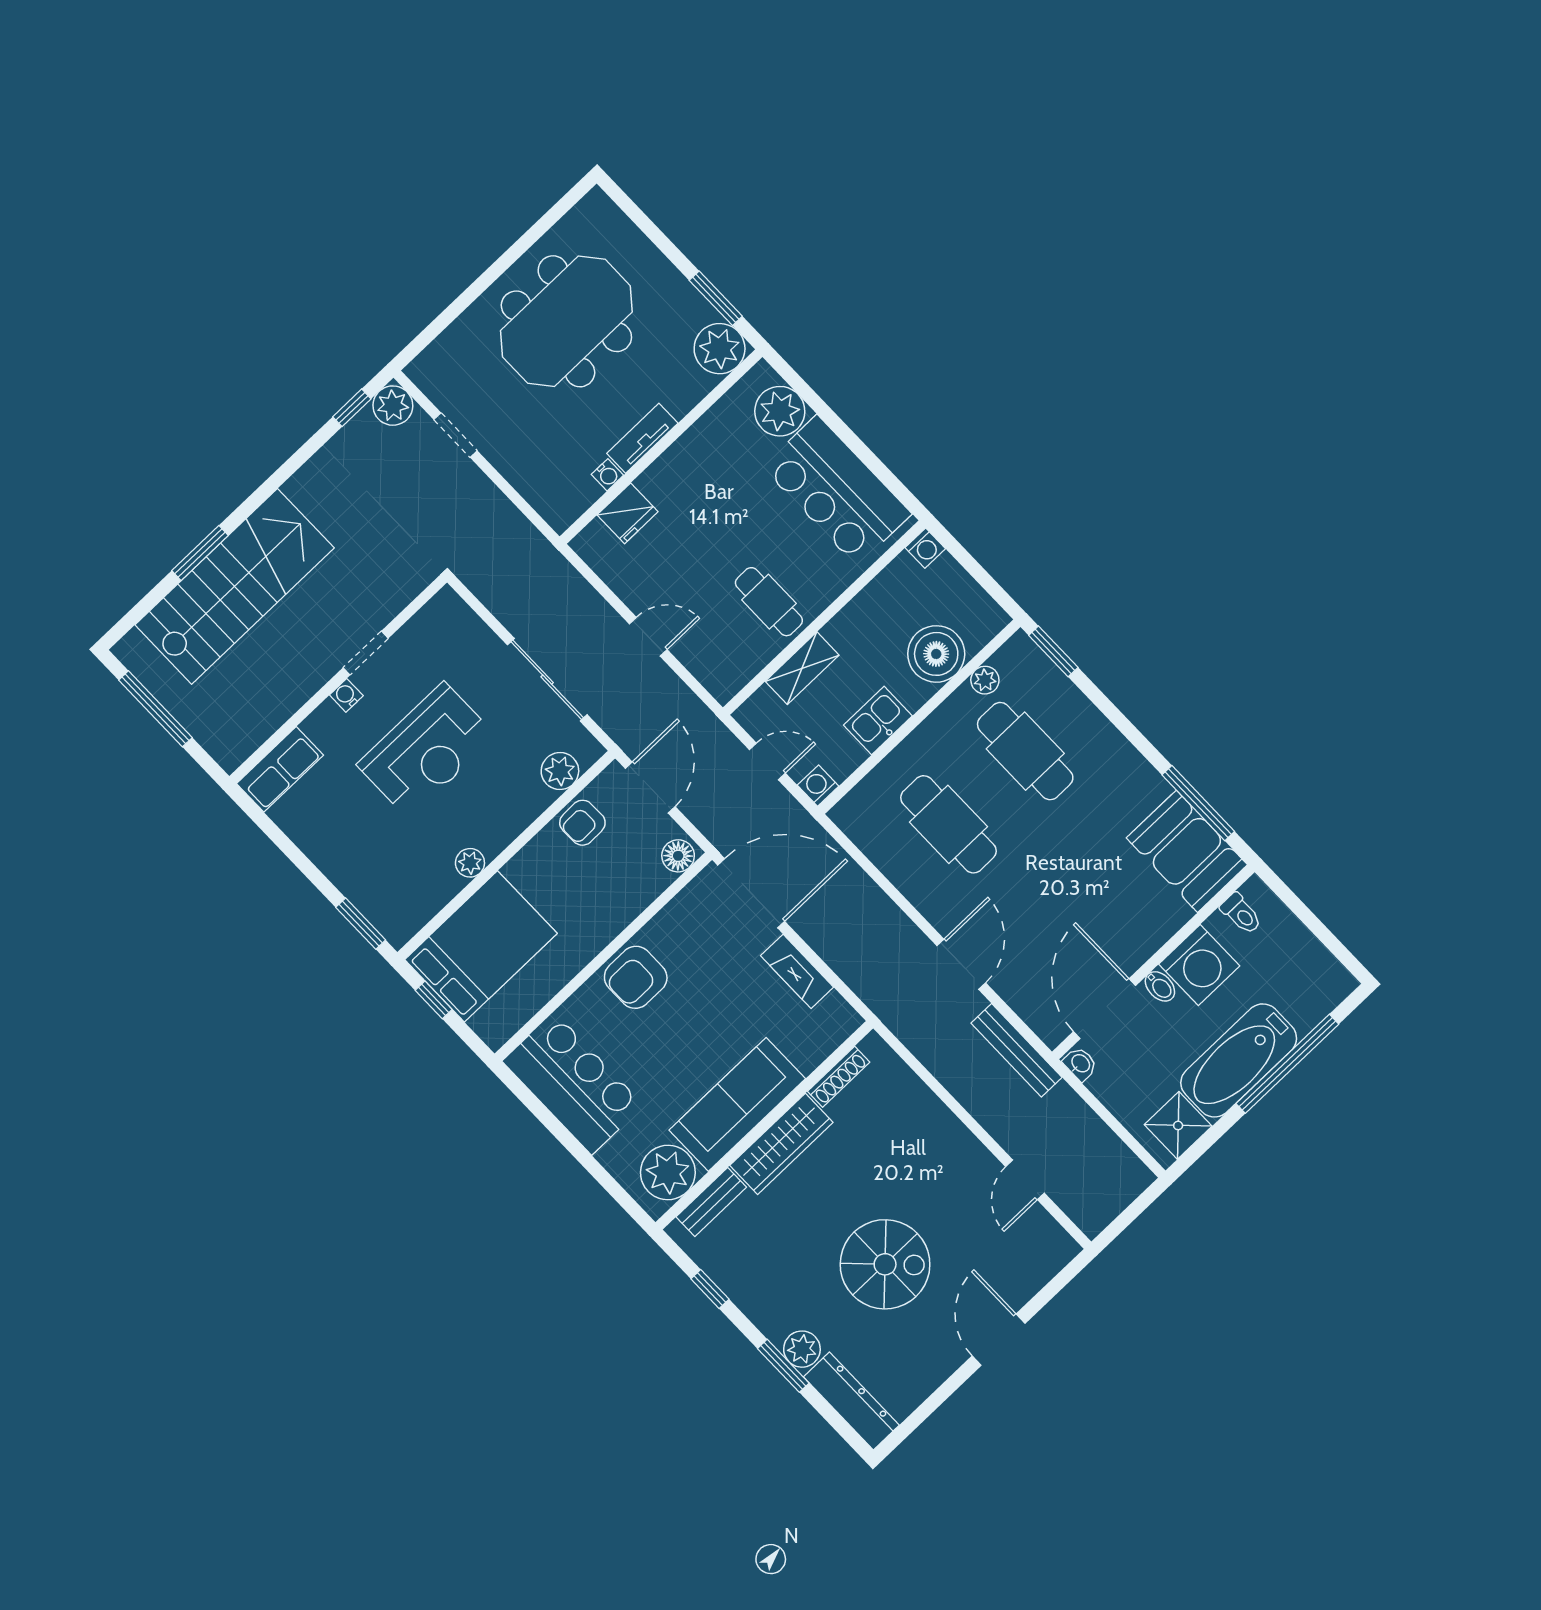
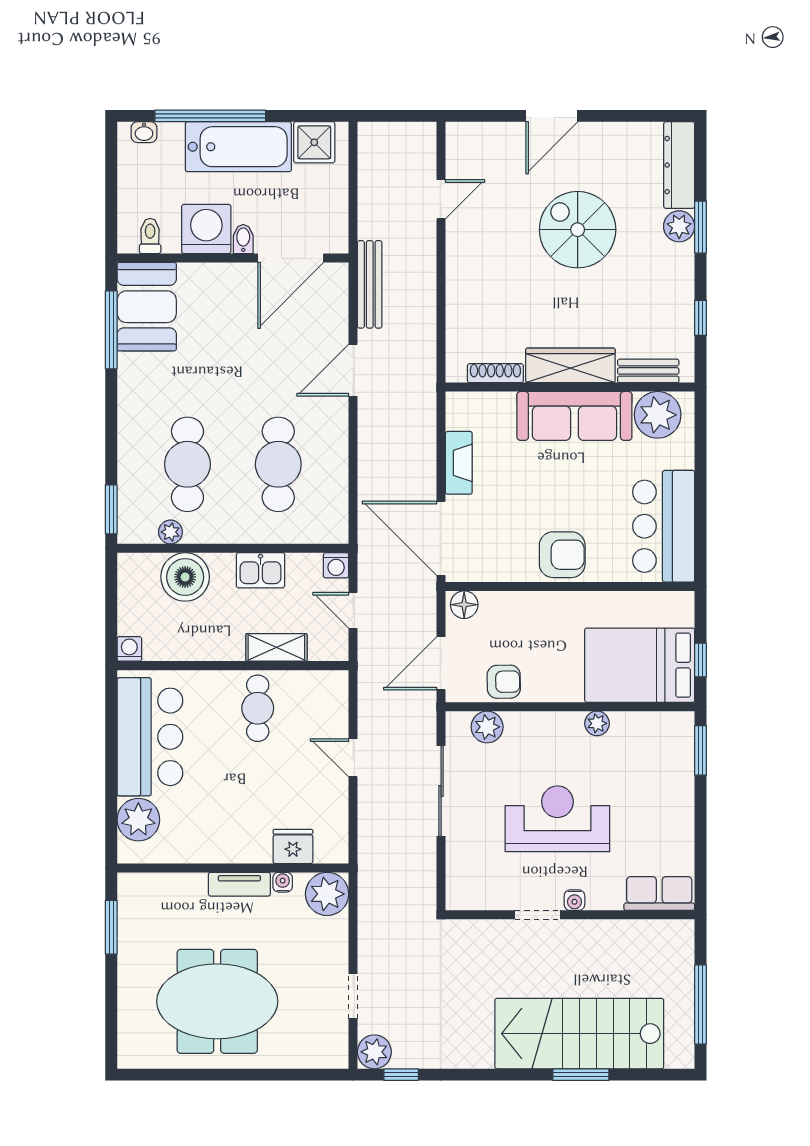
plant: (720, 349) -> (327, 894), moved
washbasin: (1080, 1064) -> (144, 132), moved, turned -90

